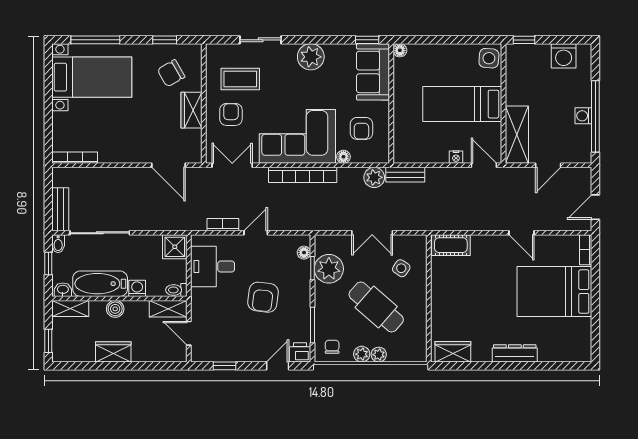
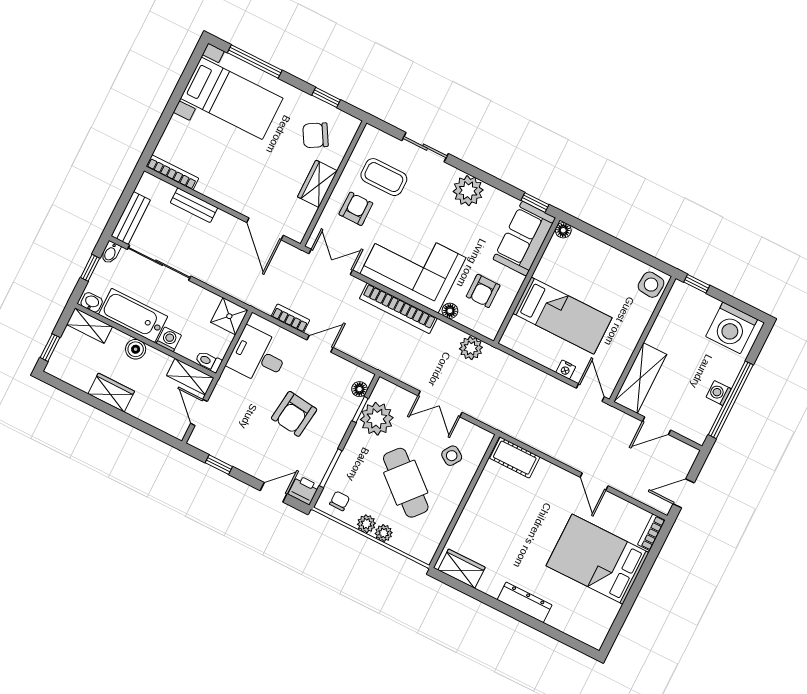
washing machine: (564, 56) -> (732, 328), width x1.37, depth x1.37
bed: (462, 104) -> (562, 316), moved, turned 180
bench: (405, 175) -> (194, 205), moved

